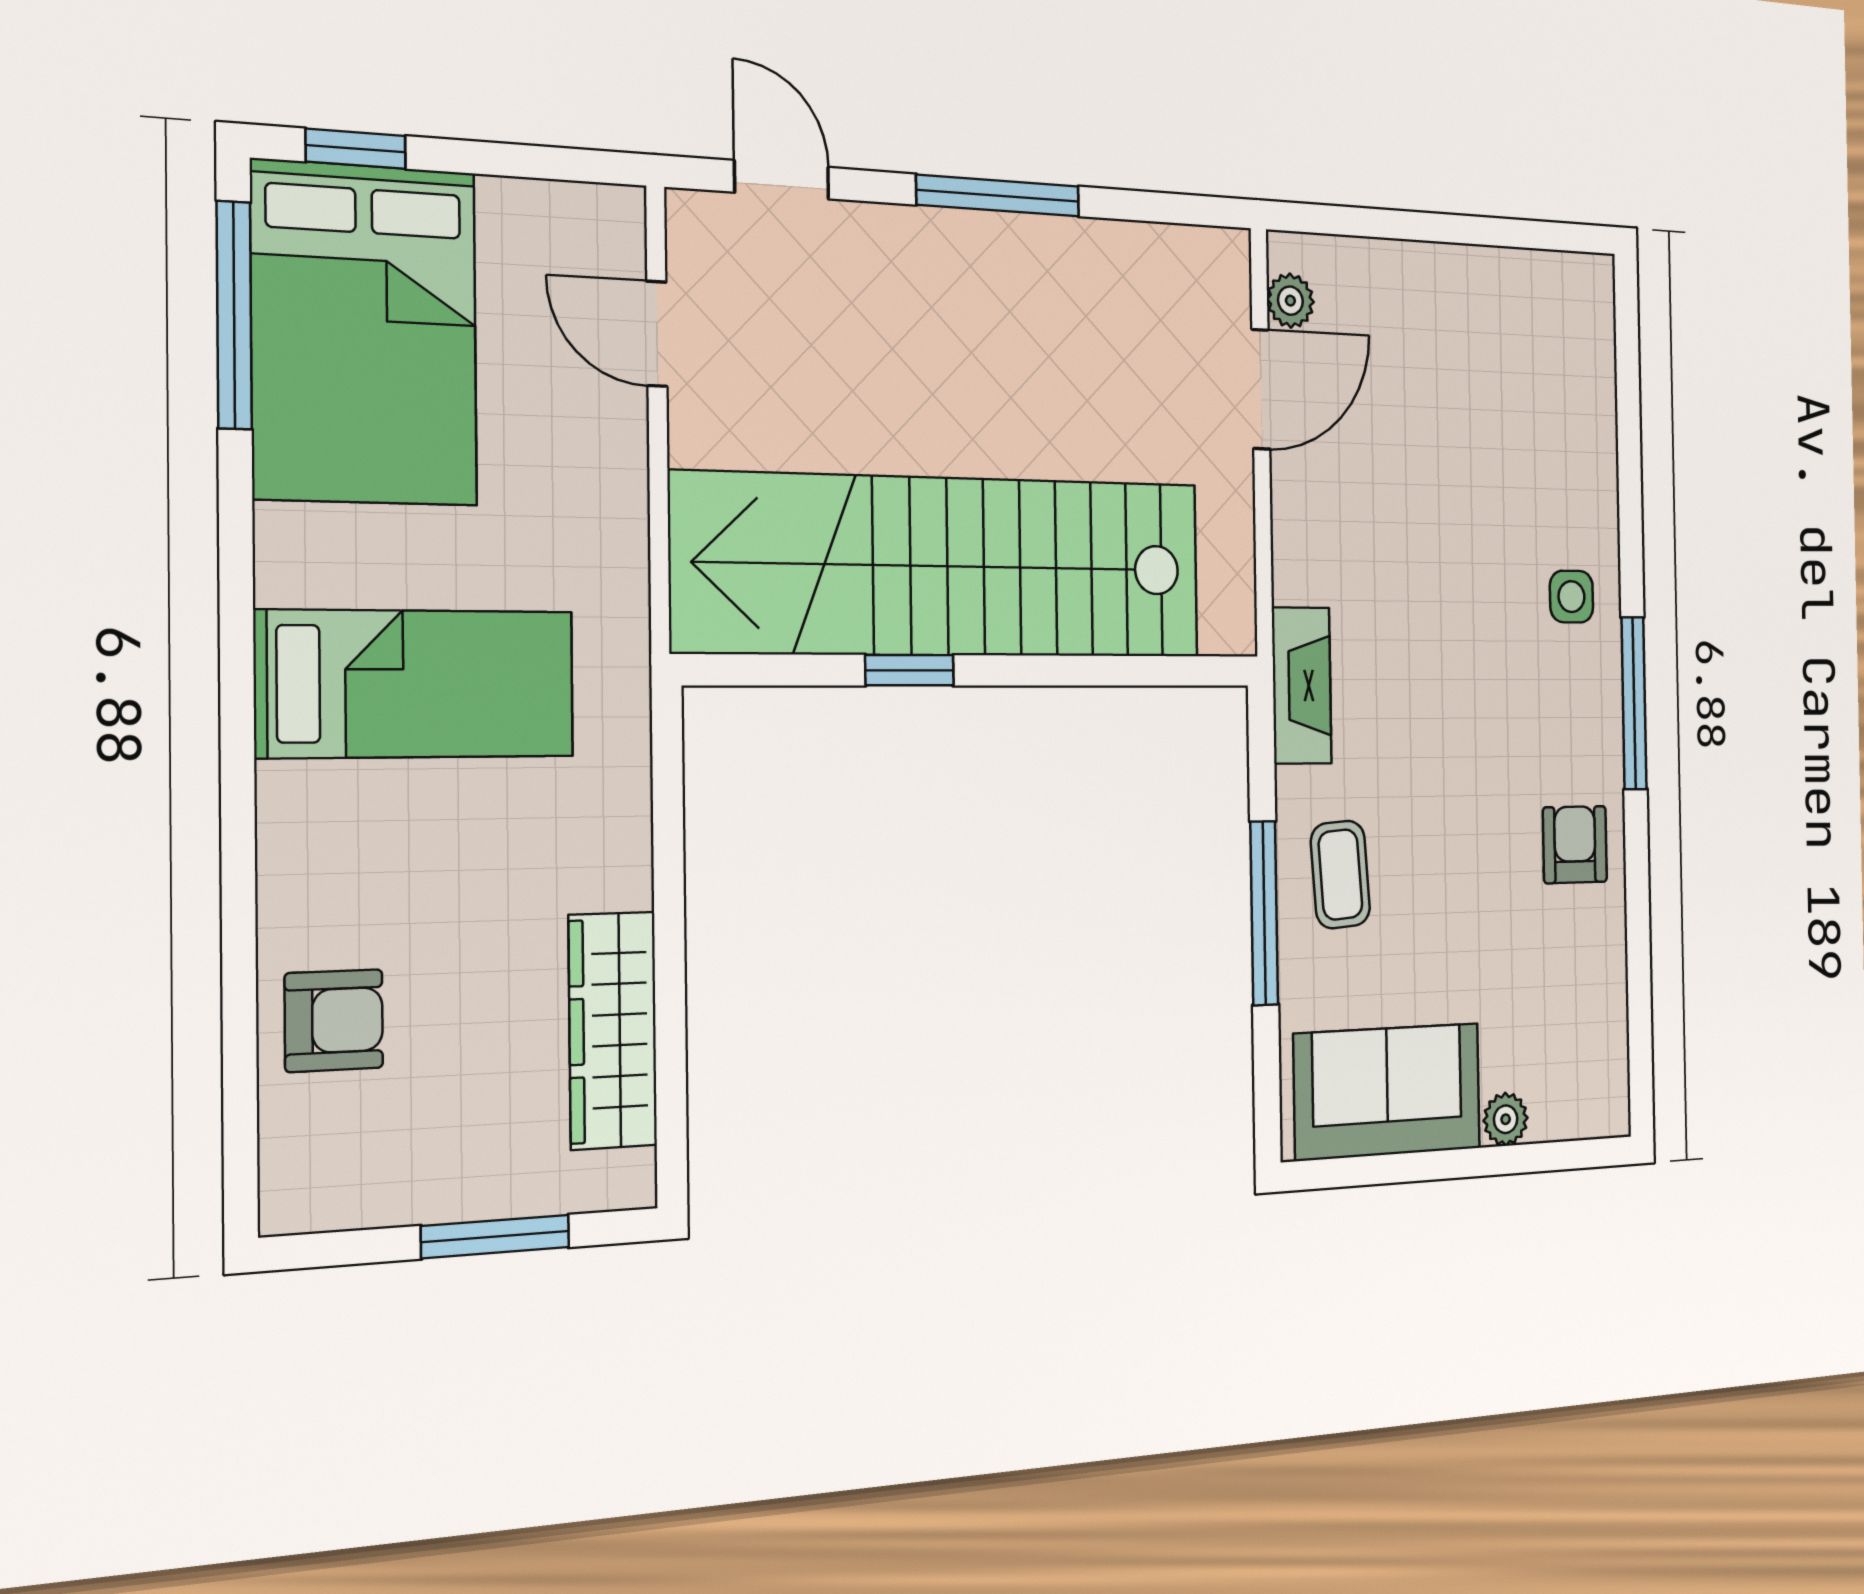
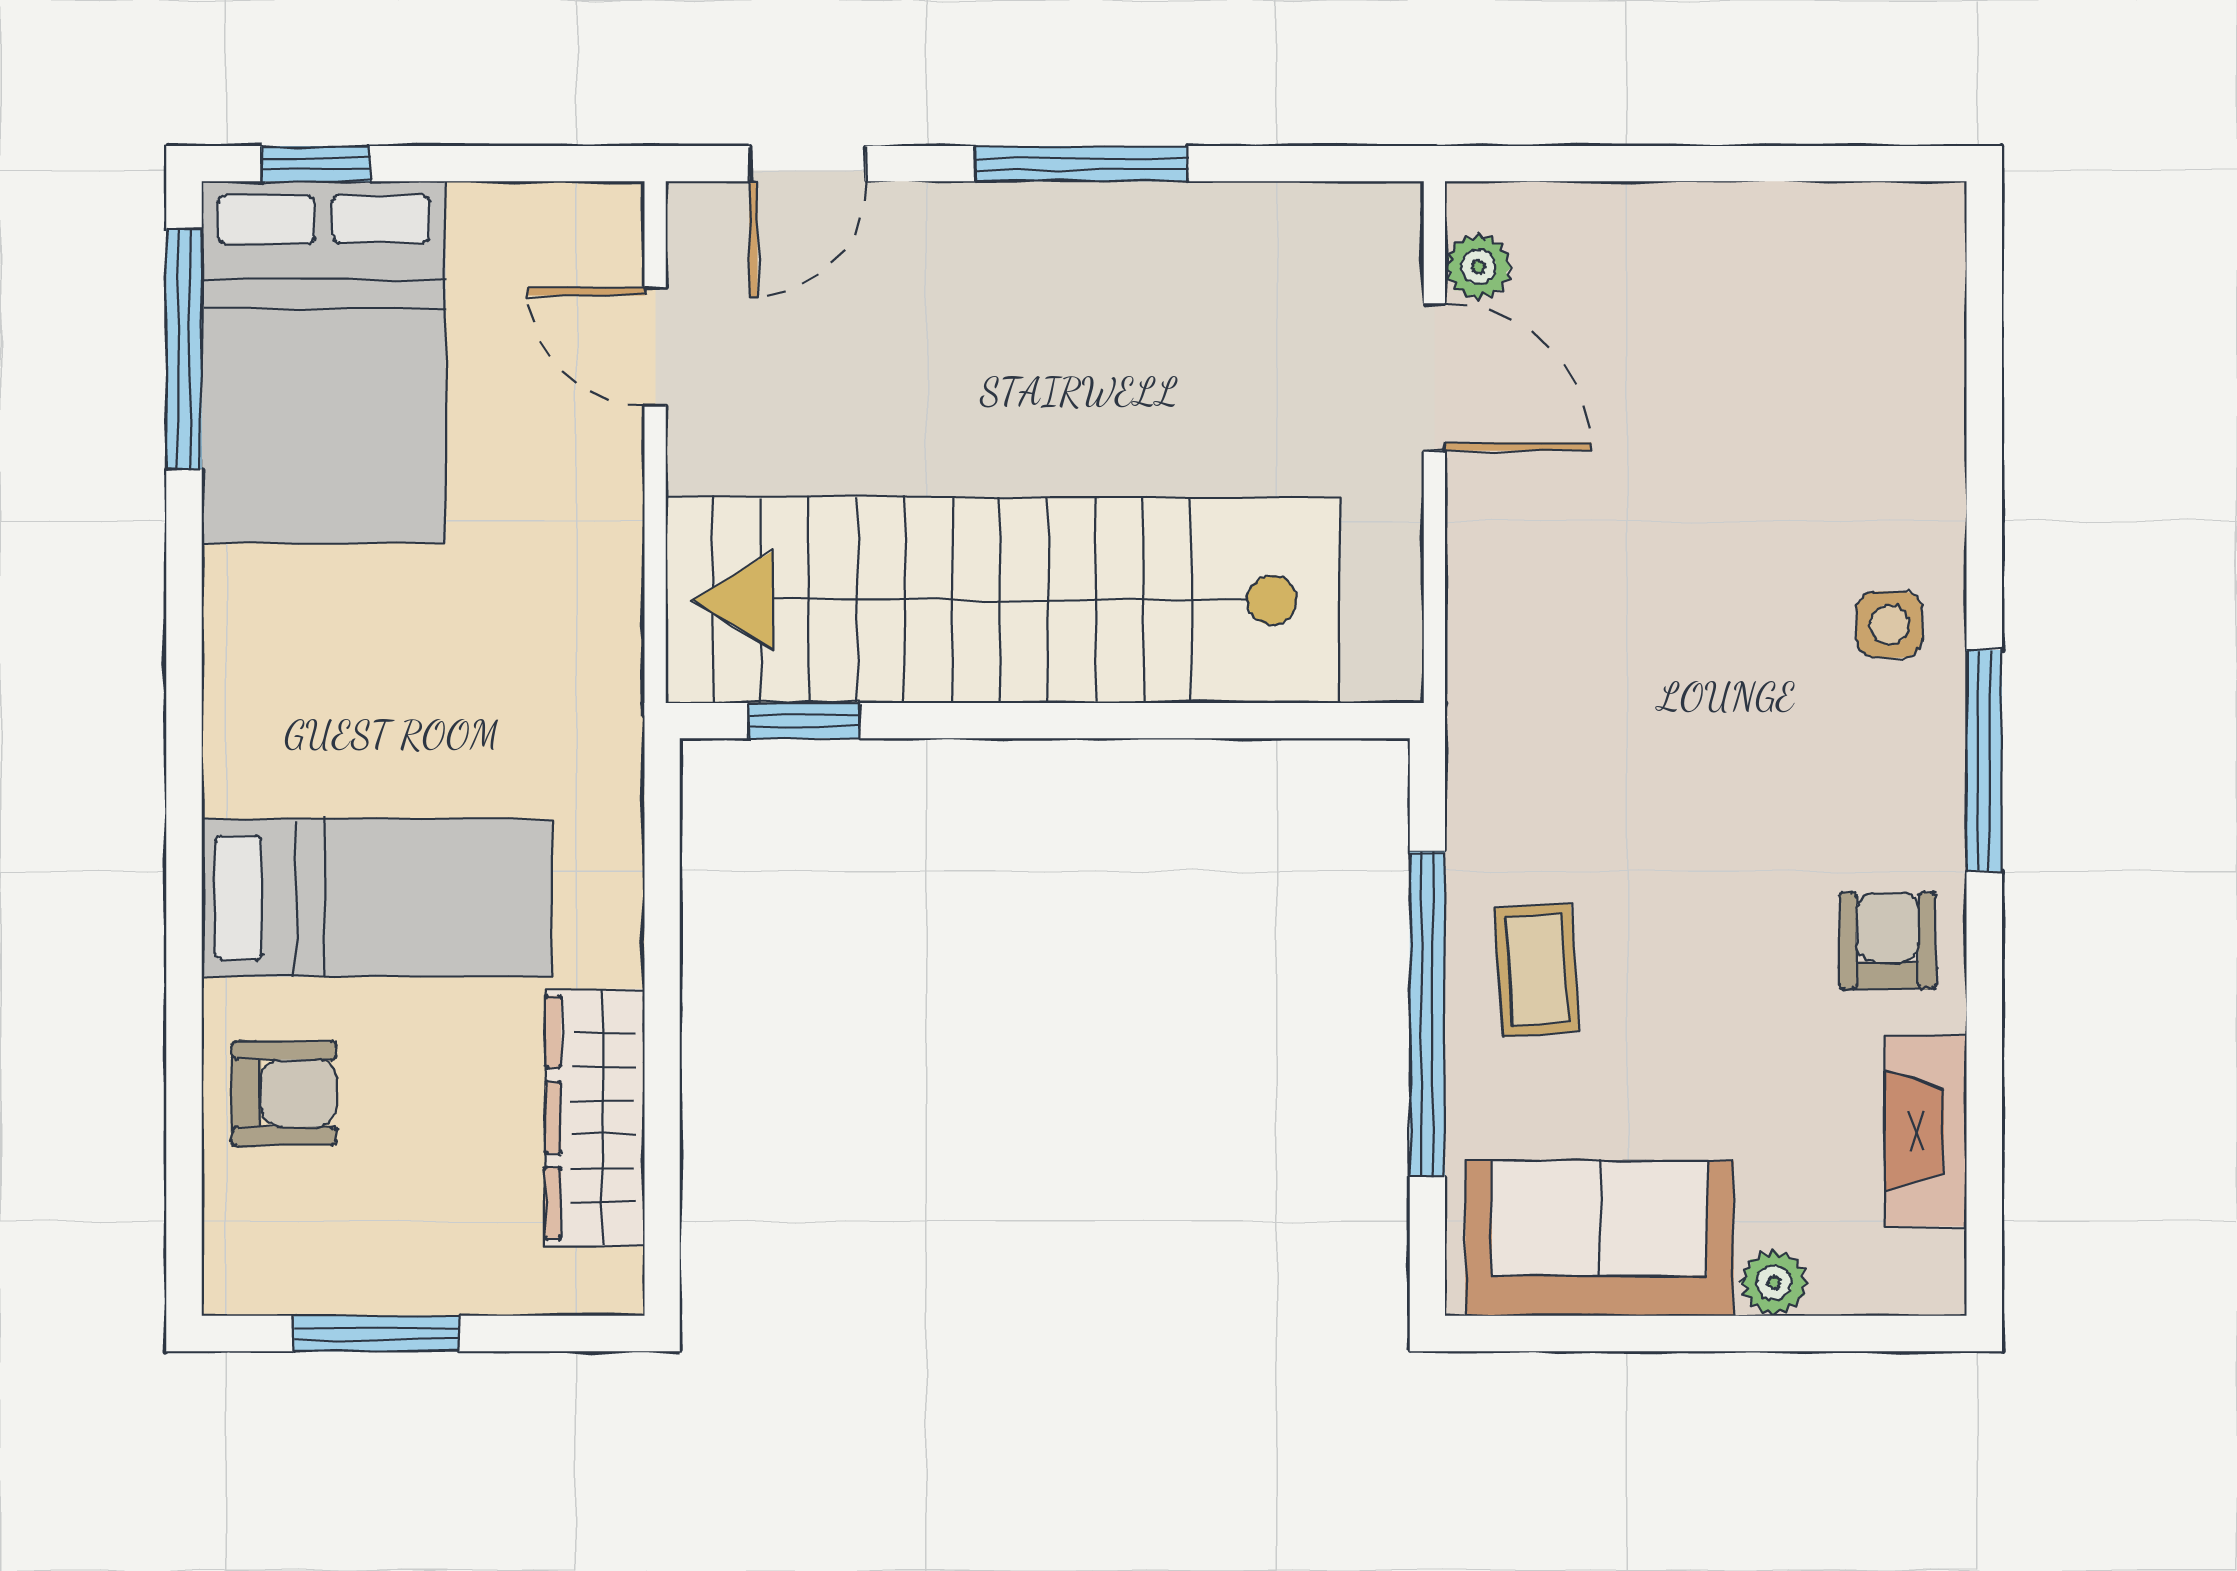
door: (782, 180) -> (808, 164), swing flipped
door: (1261, 389) -> (1434, 377), hinge flipped
window: (910, 670) -> (804, 721), moved
bed: (416, 684) -> (377, 898), moved
fireplace: (1302, 686) -> (1926, 1131), moved, turned 180
window: (1264, 913) -> (1427, 1014), width x1.46
window: (495, 1237) -> (377, 1333), moved

